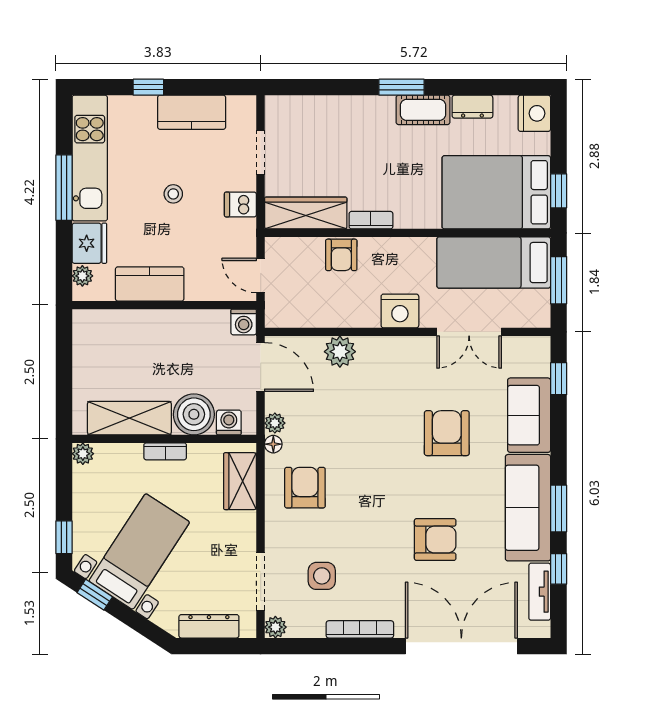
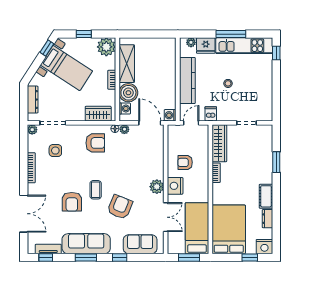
window: (148, 87) -> (276, 53), moved
window: (402, 87) -> (276, 162), moved
kitchen counter: (192, 112) -> (265, 92), removed
window: (559, 191) -> (250, 258), moved
dishwasher: (240, 204) -> (211, 114), moved
armchair: (341, 255) -> (185, 162), moved
kitchen counter: (150, 284) -> (187, 80), width x1.50
double door: (469, 332) -> (166, 217), swing flipped
plant: (340, 352) -> (157, 187), moved
door: (261, 367) -> (150, 123), swing flipped
window: (559, 379) -> (120, 258), moved
sofa: (529, 415) -> (140, 244), moved
armchair: (447, 433) -> (120, 207), turned -68
plant: (83, 454) -> (106, 47), width x1.87, depth x1.87
coffee table: (409, 487) -> (96, 190), added
window: (64, 537) -> (84, 34), moved
window: (559, 569) -> (46, 258), moved
double door: (461, 646) -> (24, 214), width x0.73

